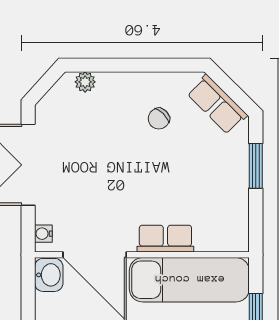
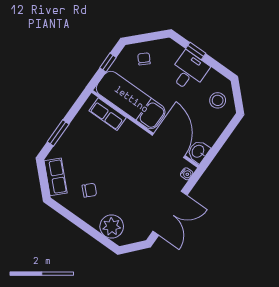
plant: (85, 82) -> (112, 226), width x1.87, depth x1.87
row of seats: (165, 239) -> (108, 114), moved

